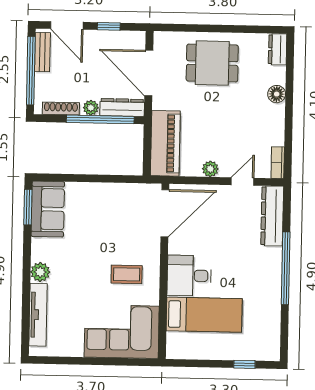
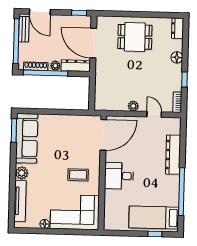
window: (109, 26) -> (79, 13), moved
window: (100, 119) -> (46, 73), moved
window: (289, 128) -> (184, 79), added
piano: (165, 143) -> (104, 89), removed
door: (243, 181) -> (154, 114), hinge flipped
sofa: (48, 209) -> (27, 138), width x1.36
dresser: (272, 216) -> (173, 155), moved
window: (286, 268) -> (182, 192), moved
bed: (204, 315) -> (154, 218), moved, turned 180
floor lamp: (76, 350) -> (45, 224), added

